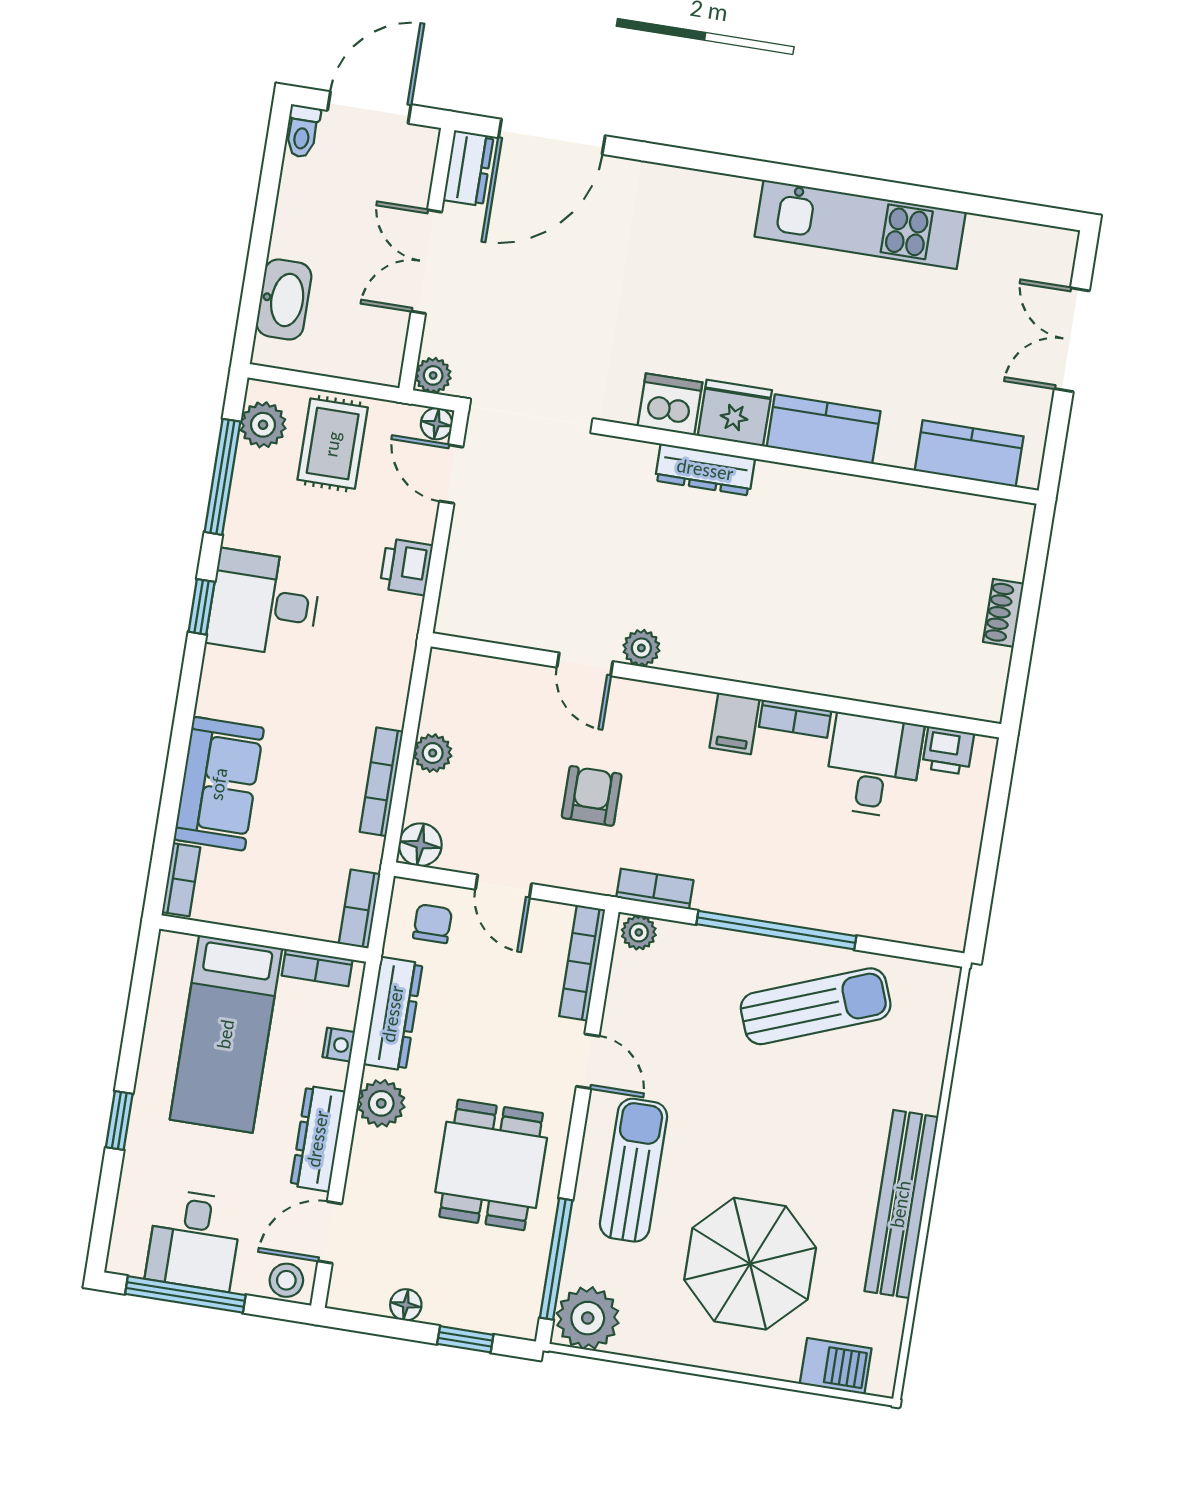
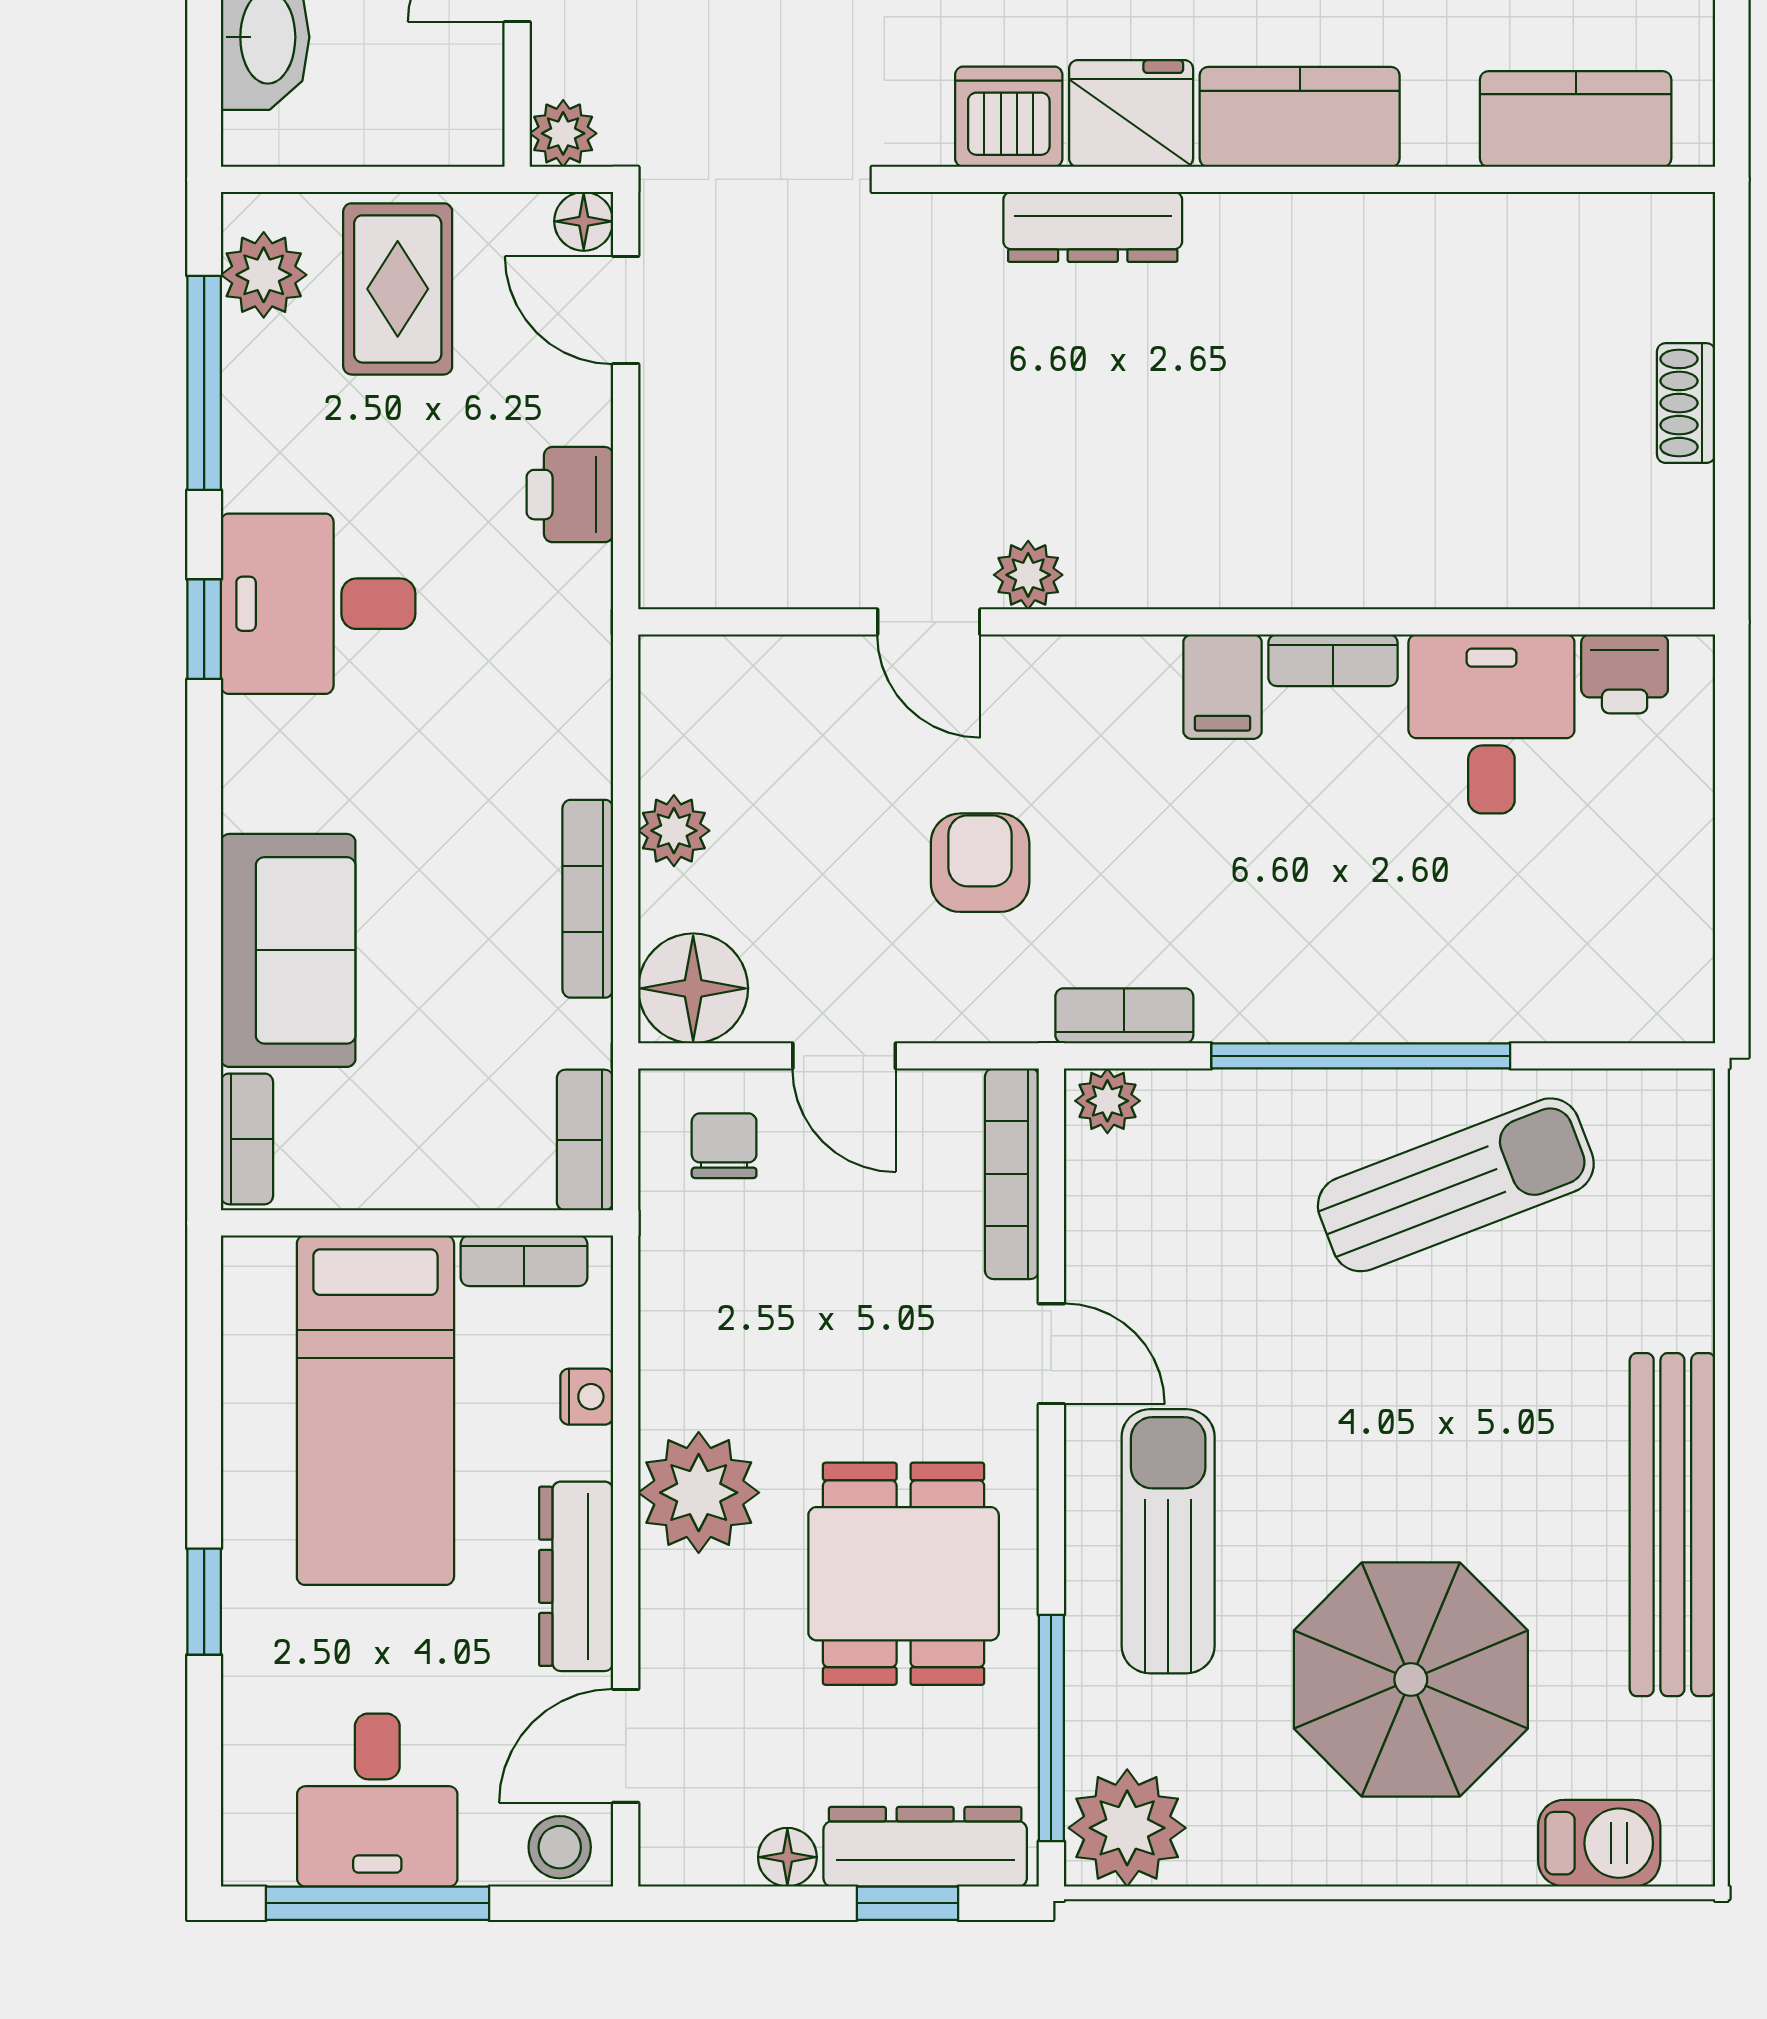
floor lamp: (420, 845) -> (693, 988), width x1.38, depth x1.38
dresser: (393, 1014) -> (925, 1847), moved, turned -90
plant: (381, 1103) -> (699, 1493), width x1.36, depth x1.36

